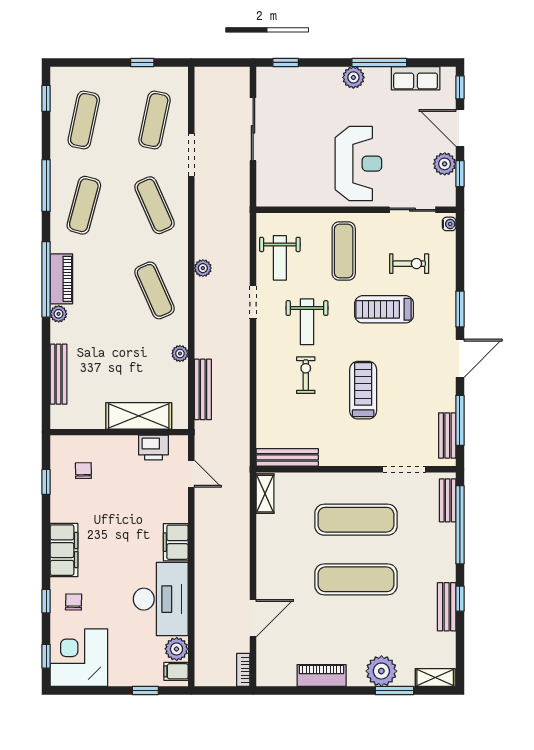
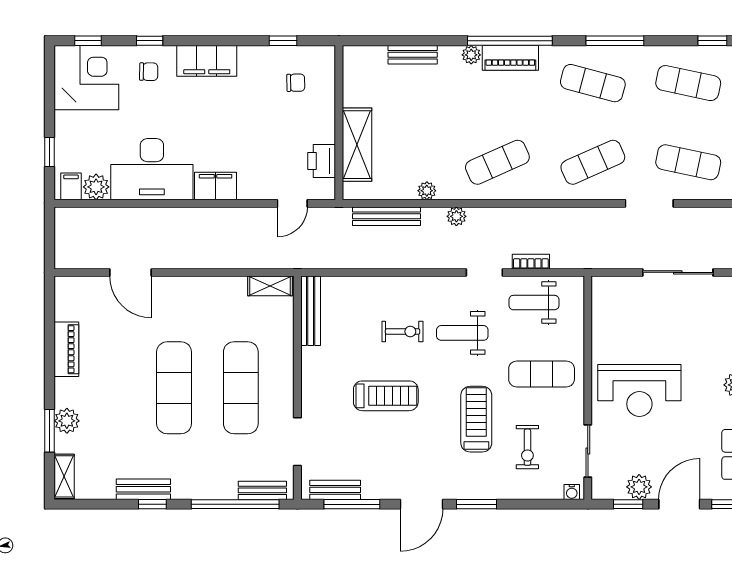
plant: (203, 268) -> (456, 216), moved
door: (460, 358) -> (421, 504), hinge flipped
bench: (59, 374) -> (413, 55), width x0.73
bookcase: (243, 670) -> (531, 262), moved
plant: (381, 671) -> (67, 421), width x0.73, depth x0.73

